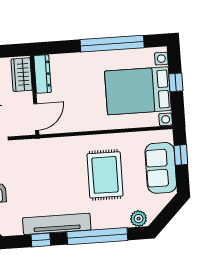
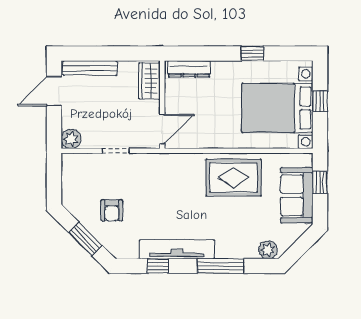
window: (112, 44) -> (252, 53), width x0.32
dresser: (42, 74) -> (189, 69), moved, turned 90
rug: (105, 175) -> (233, 178), moved, turned 90
window: (97, 236) -> (221, 266), width x0.68

